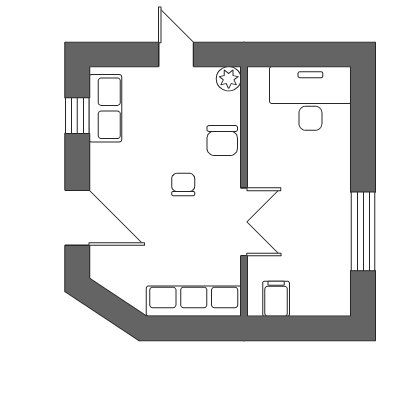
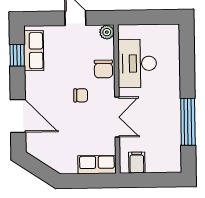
desk: (310, 98) -> (137, 63), moved, turned -90
chair: (183, 184) -> (81, 95), turned 90
row of seats: (194, 301) -> (97, 164), width x0.68

